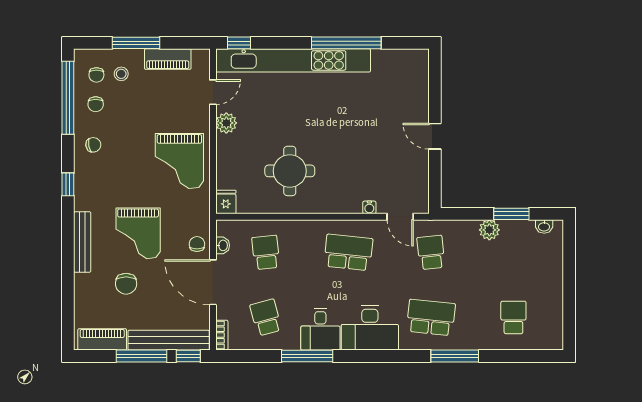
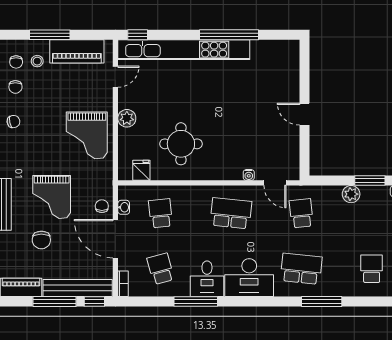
piano: (168, 59) -> (77, 51), width x1.37, depth x1.33
plant: (226, 123) -> (127, 118), moved
fridge: (226, 202) -> (141, 170), moved

